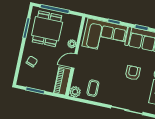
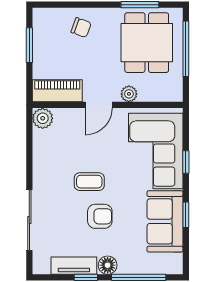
dining table: (47, 29) -> (147, 43), turned 90
door: (74, 61) -> (99, 105), swing flipped
coffee table: (93, 88) -> (89, 182), moved

